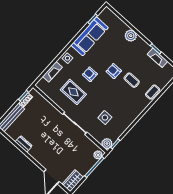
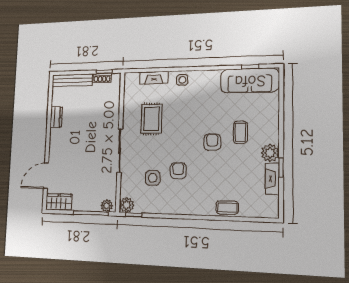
sofa: (90, 36) -> (250, 81), moved
plant: (131, 36) -> (270, 153), moved
armchair: (90, 74) -> (178, 171), moved
coffee table: (132, 80) -> (240, 132), moved

